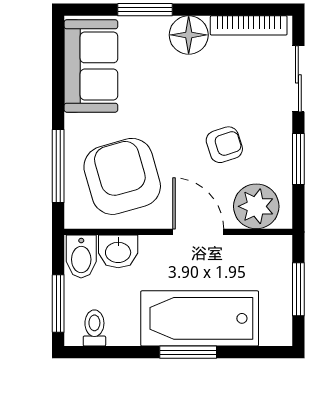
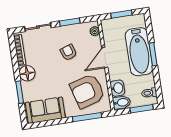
plant: (256, 206) -> (95, 31), width x0.53, depth x0.53

